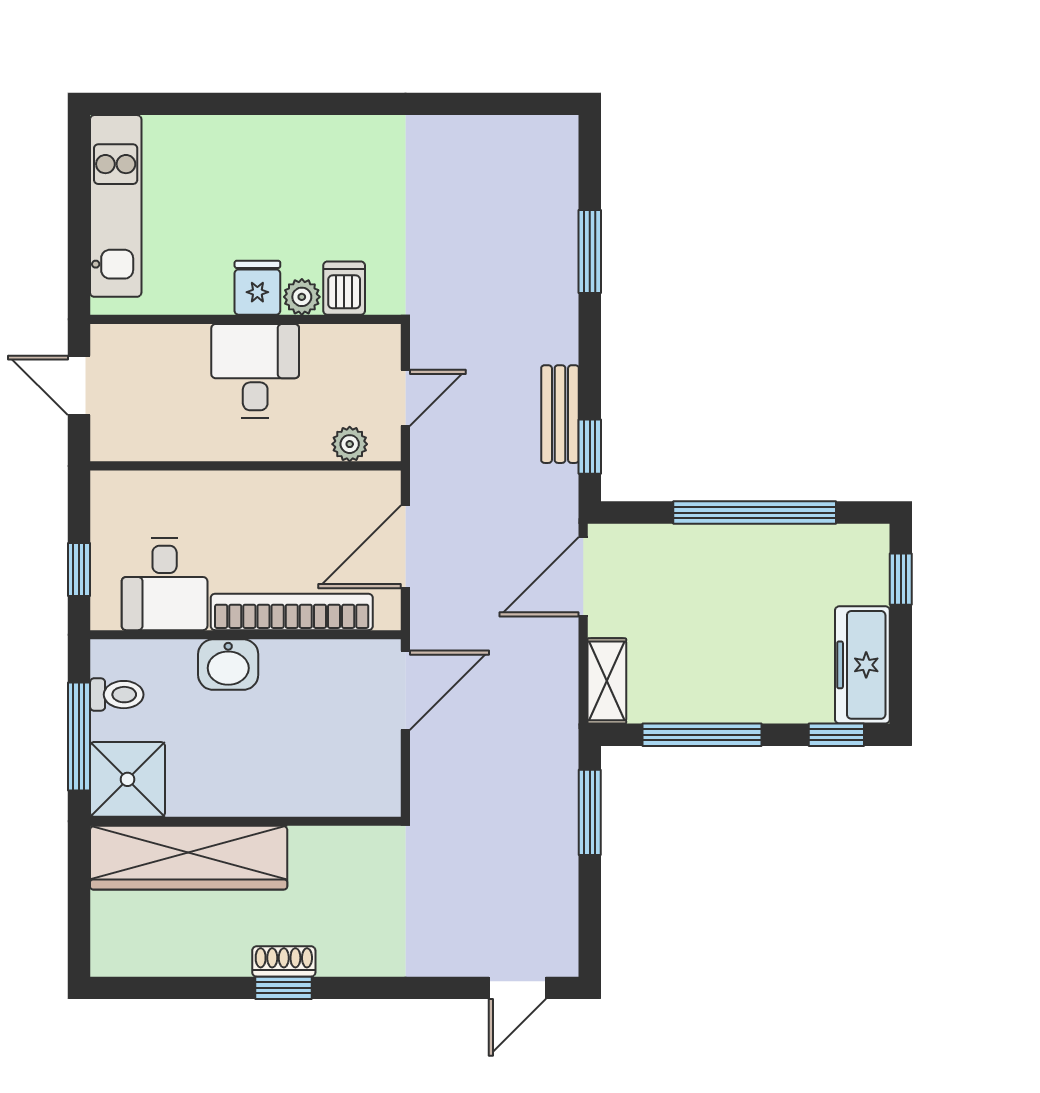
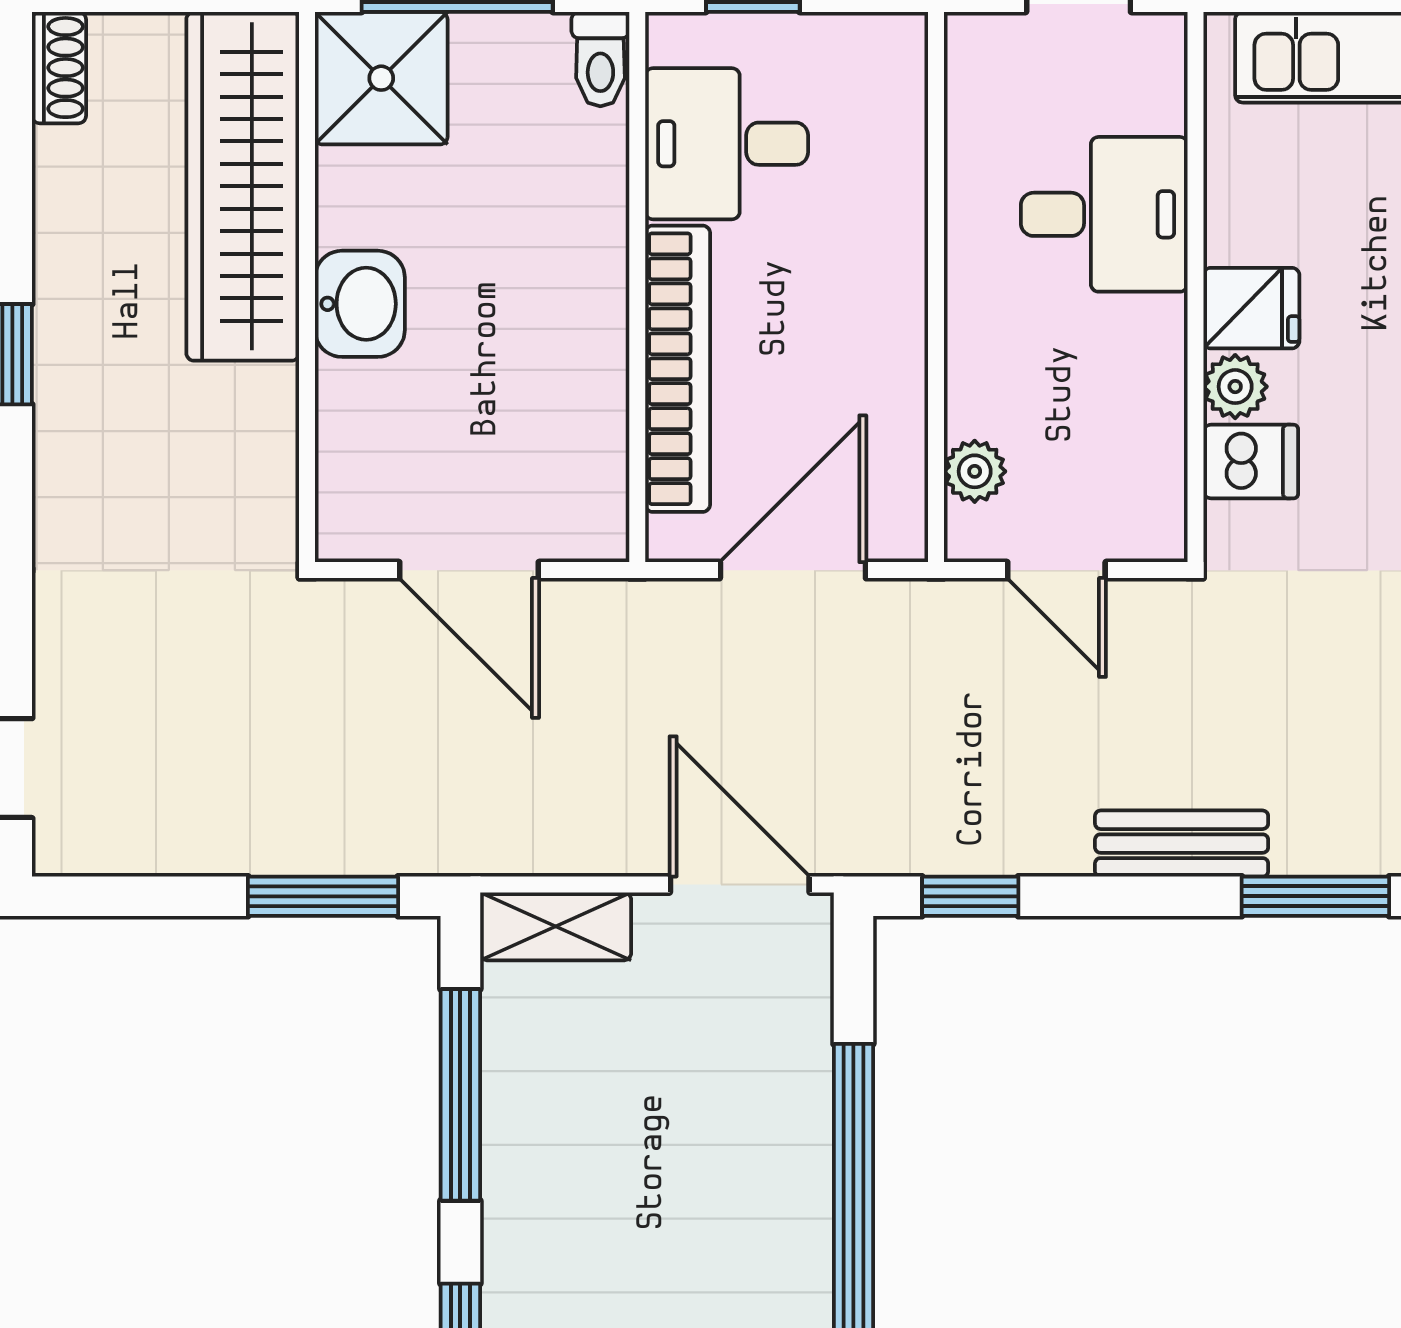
desk: (255, 371) -> (1104, 214), moved
bench: (560, 414) -> (1182, 844), moved
door: (405, 547) -> (793, 570), hinge flipped
washbasin: (228, 665) -> (360, 304), moved, turned 180
door: (405, 690) -> (469, 570), moved
toilet: (117, 695) -> (600, 59), moved
shoe rack: (284, 961) -> (59, 68), moved

